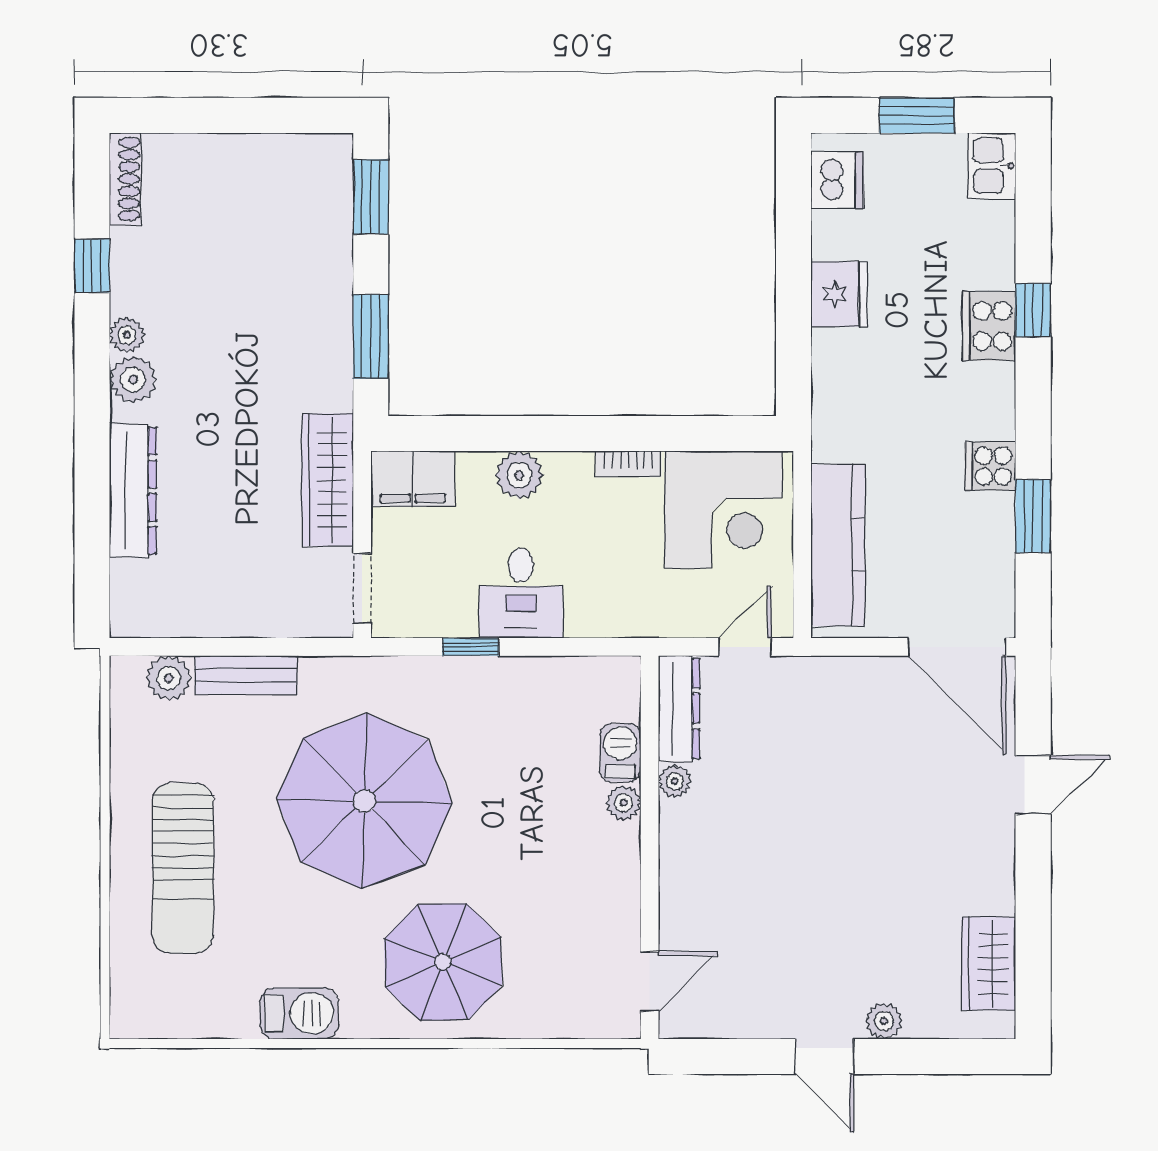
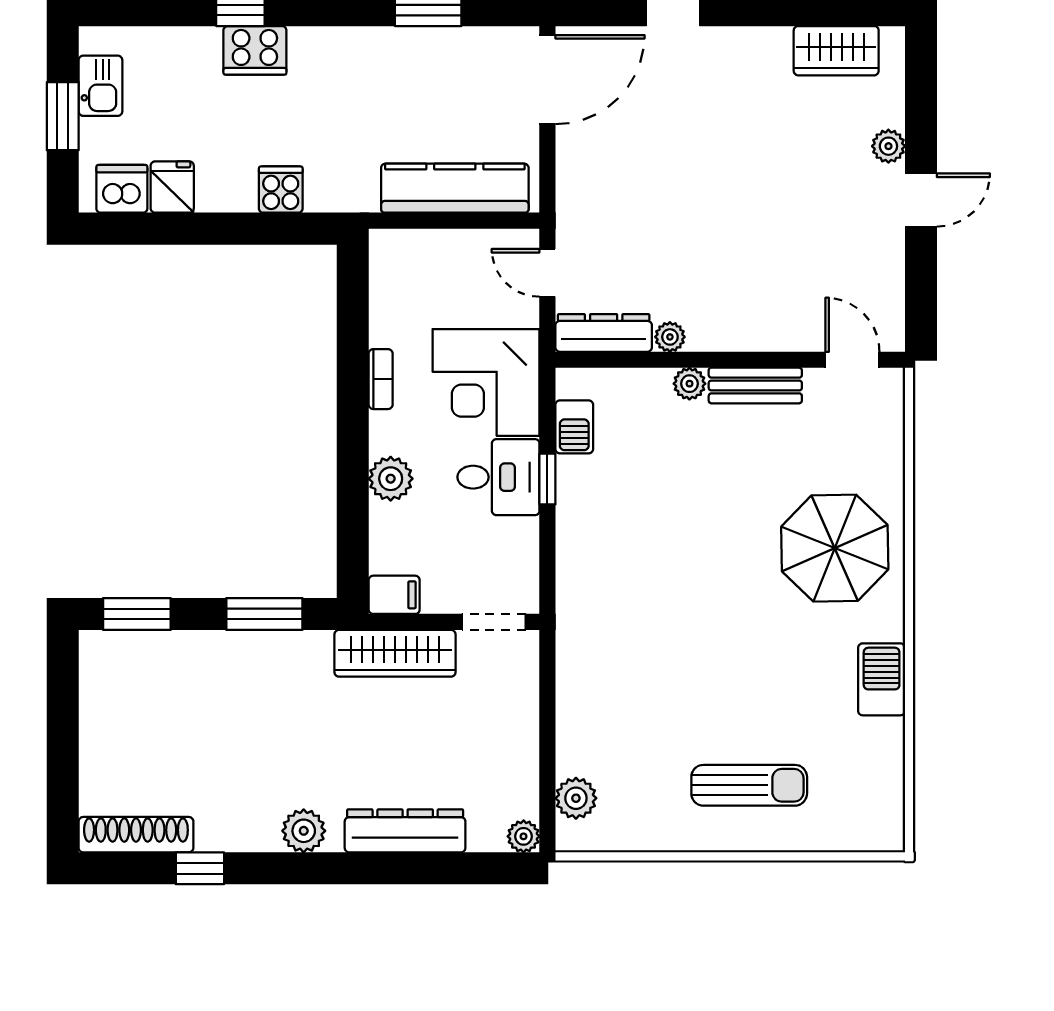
kitchen sink: (992, 166) -> (100, 86), moved, turned -90
shoe rack: (125, 179) -> (136, 835), width x1.36, depth x1.24
fridge: (839, 294) -> (172, 187), moved, width x0.72
plant: (127, 335) -> (524, 836), moved
cooker: (990, 466) -> (281, 190), moved, turned 180
filing cabinet: (413, 479) -> (394, 595), width x0.50
corner desk: (723, 509) -> (486, 382), moved, turned 180
window: (471, 647) -> (547, 479), moved
bench: (246, 675) -> (755, 385), moved, turned 90
barbecue: (620, 753) -> (574, 427), moved, turned -90
parasol: (364, 801) -> (688, 620), removed
sun lounger: (183, 868) -> (749, 785), width x0.73, depth x0.75

